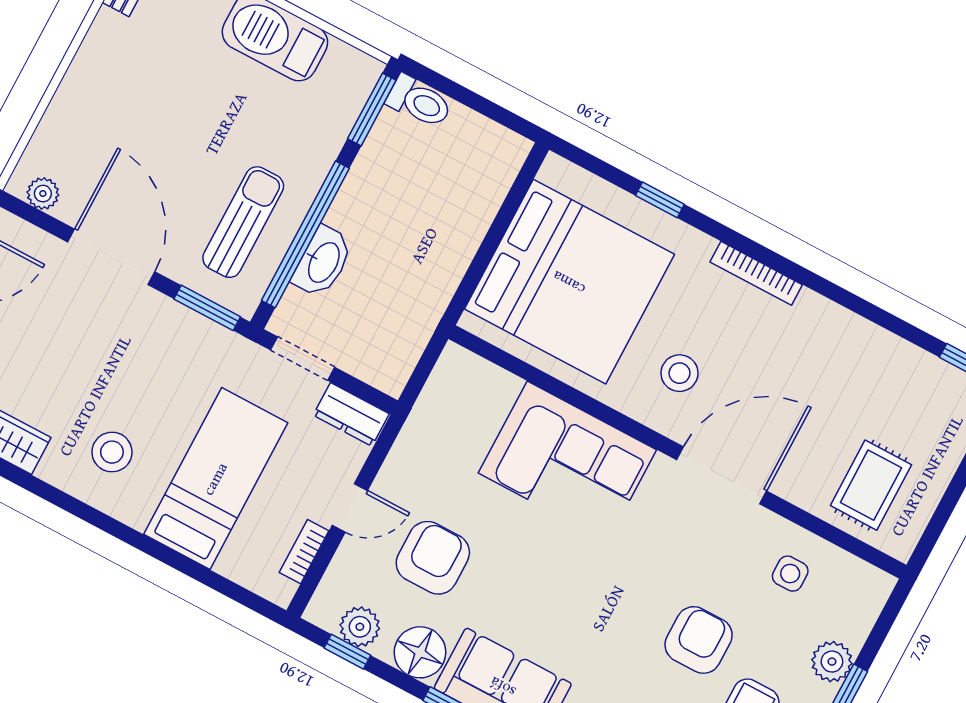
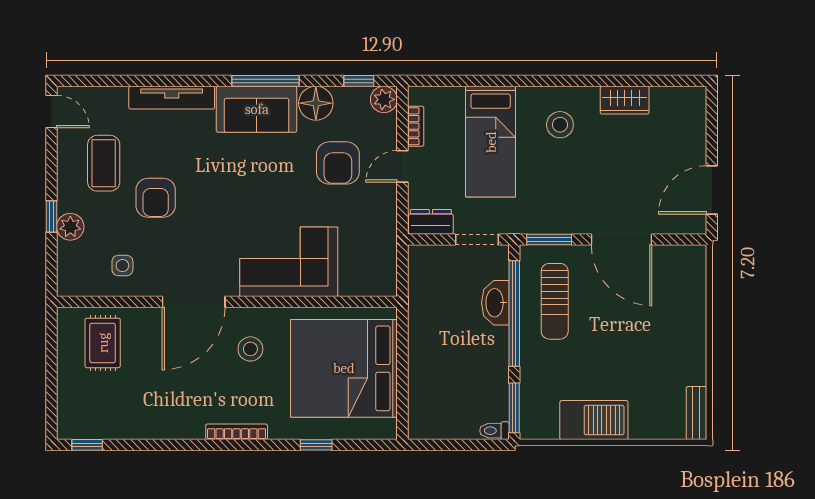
toilet: (419, 102) -> (494, 431), width x0.73, depth x0.72
plant: (43, 194) -> (682, 255), removed
plant: (360, 627) -> (384, 99), moved

